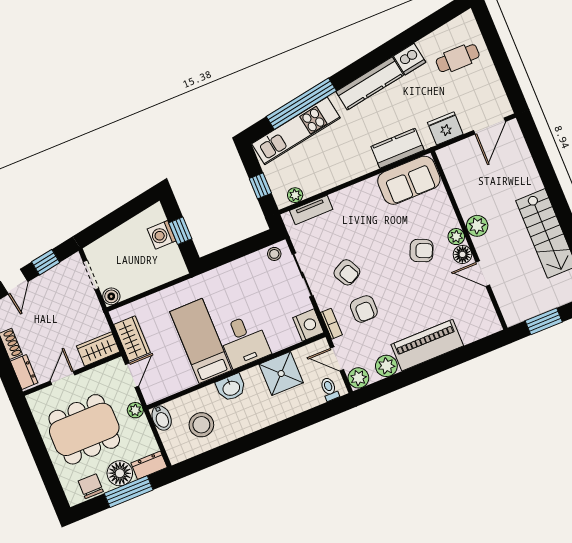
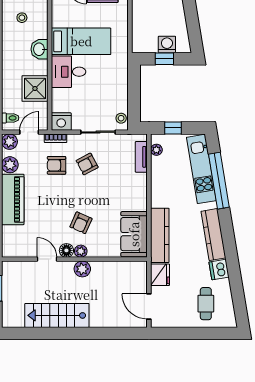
kitchen counter: (398, 148) -> (160, 235), width x1.50
door: (483, 274) -> (47, 259), hinge flipped
stool: (201, 425) -> (22, 18), width x0.53, depth x0.53

